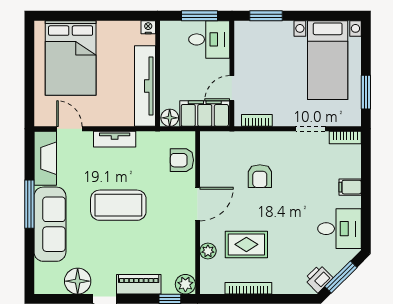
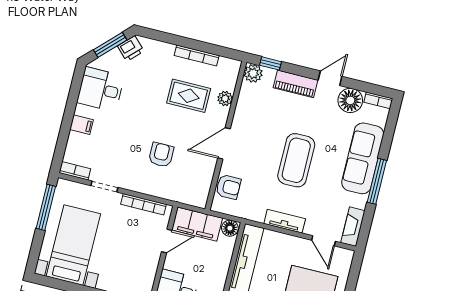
window: (366, 92) -> (46, 207), width x1.44
bookcase: (257, 120) -> (143, 204), width x1.56
fireplace: (45, 158) -> (353, 227), width x0.73, depth x0.76
coffee table: (118, 205) -> (296, 160), turned 90
bookcase: (49, 288) -> (378, 100), added

